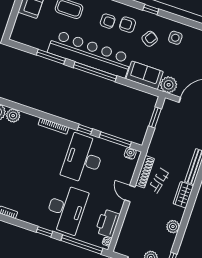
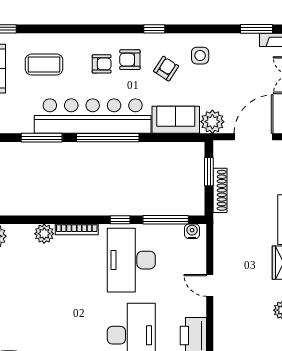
plant: (13, 116) -> (44, 234), moved
shoe rack: (145, 172) -> (220, 190), moved

